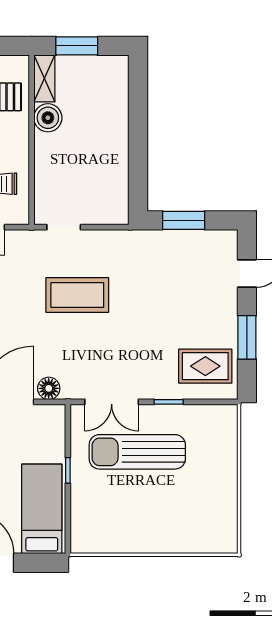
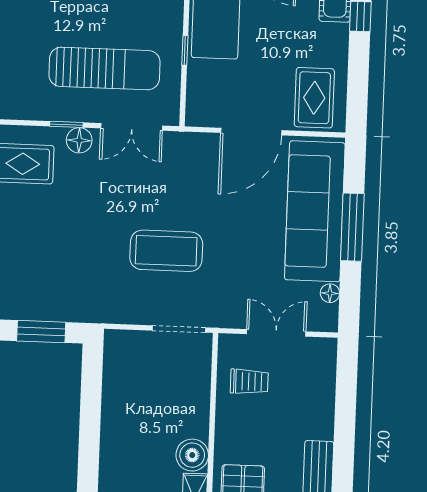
doorway: (64, 227) -> (179, 329), width x1.38
floor lamp: (49, 388) -> (79, 140), moved
double door: (112, 402) -> (132, 127), swing flipped

